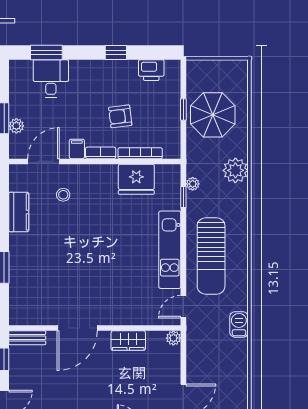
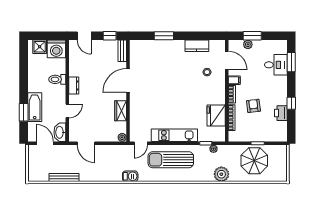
printer: (151, 70) -> (281, 113), moved
door: (183, 307) -> (141, 143), swing flipped
door: (77, 328) -> (128, 80), hinge flipped

